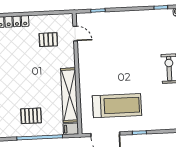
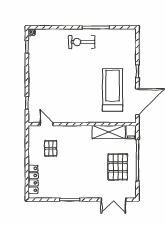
door: (75, 34) -> (46, 124), hinge flipped
shelving: (69, 95) -> (109, 132), width x0.68
pallet: (31, 116) -> (118, 167), width x1.50, depth x1.42

